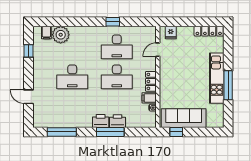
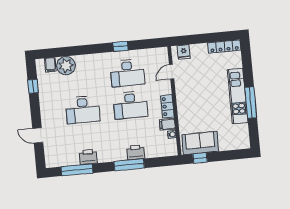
sofa: (184, 118) -> (200, 143), width x0.73
printer: (101, 121) -> (88, 157), moved

